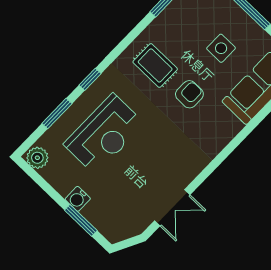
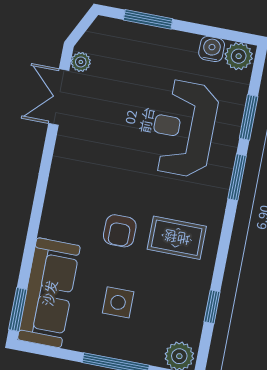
window: (90, 79) -> (237, 177), width x1.50
water cooler: (78, 199) -> (212, 49), moved
plant: (143, 221) -> (81, 62), added

